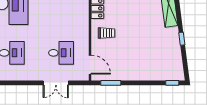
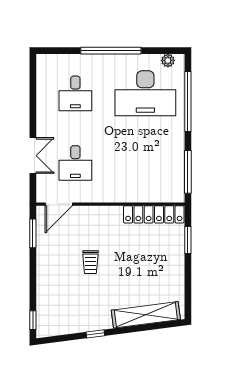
trolley: (107, 33) -> (90, 262), moved
double door: (56, 83) -> (33, 156), swing flipped

